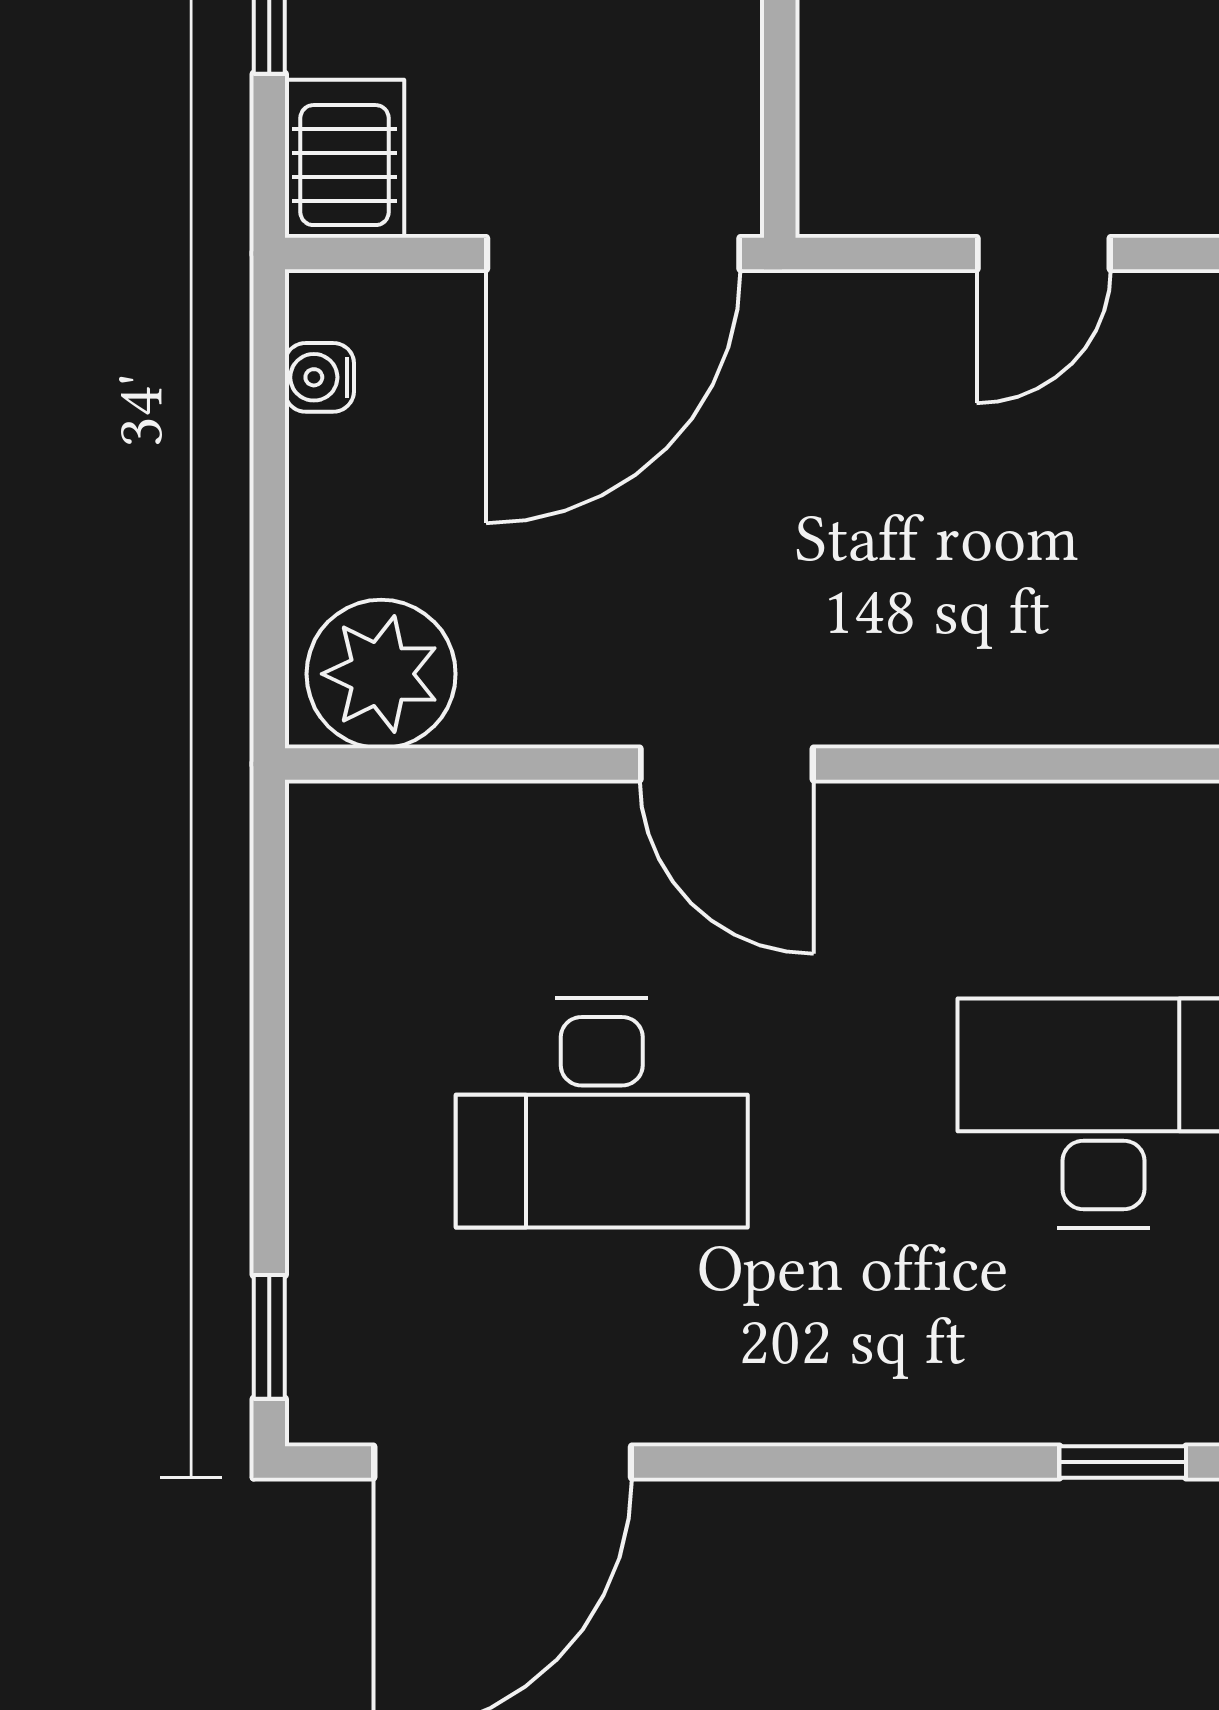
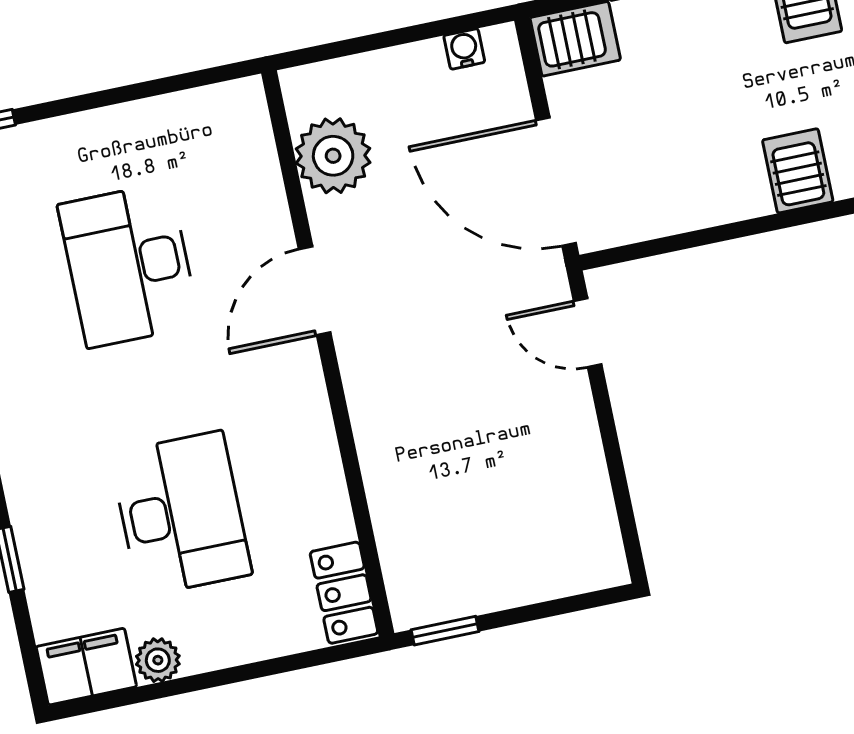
door: (1044, 254) -> (588, 333), moved
plant: (381, 674) -> (333, 156), moved

